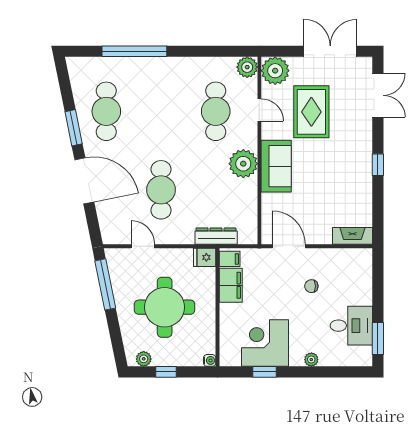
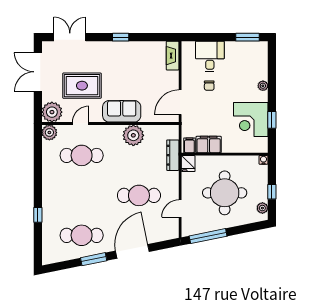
window: (134, 51) -> (38, 215), width x0.32
plant: (243, 164) -> (133, 135), moved
desk: (351, 326) -> (210, 56), moved

